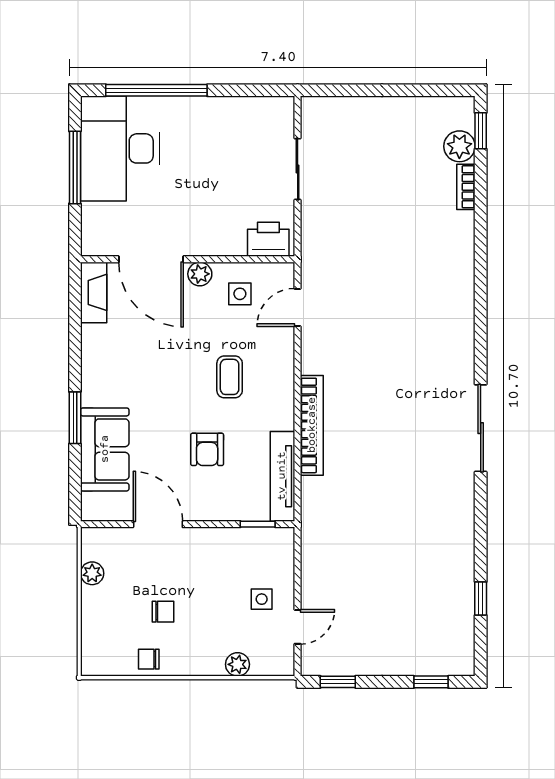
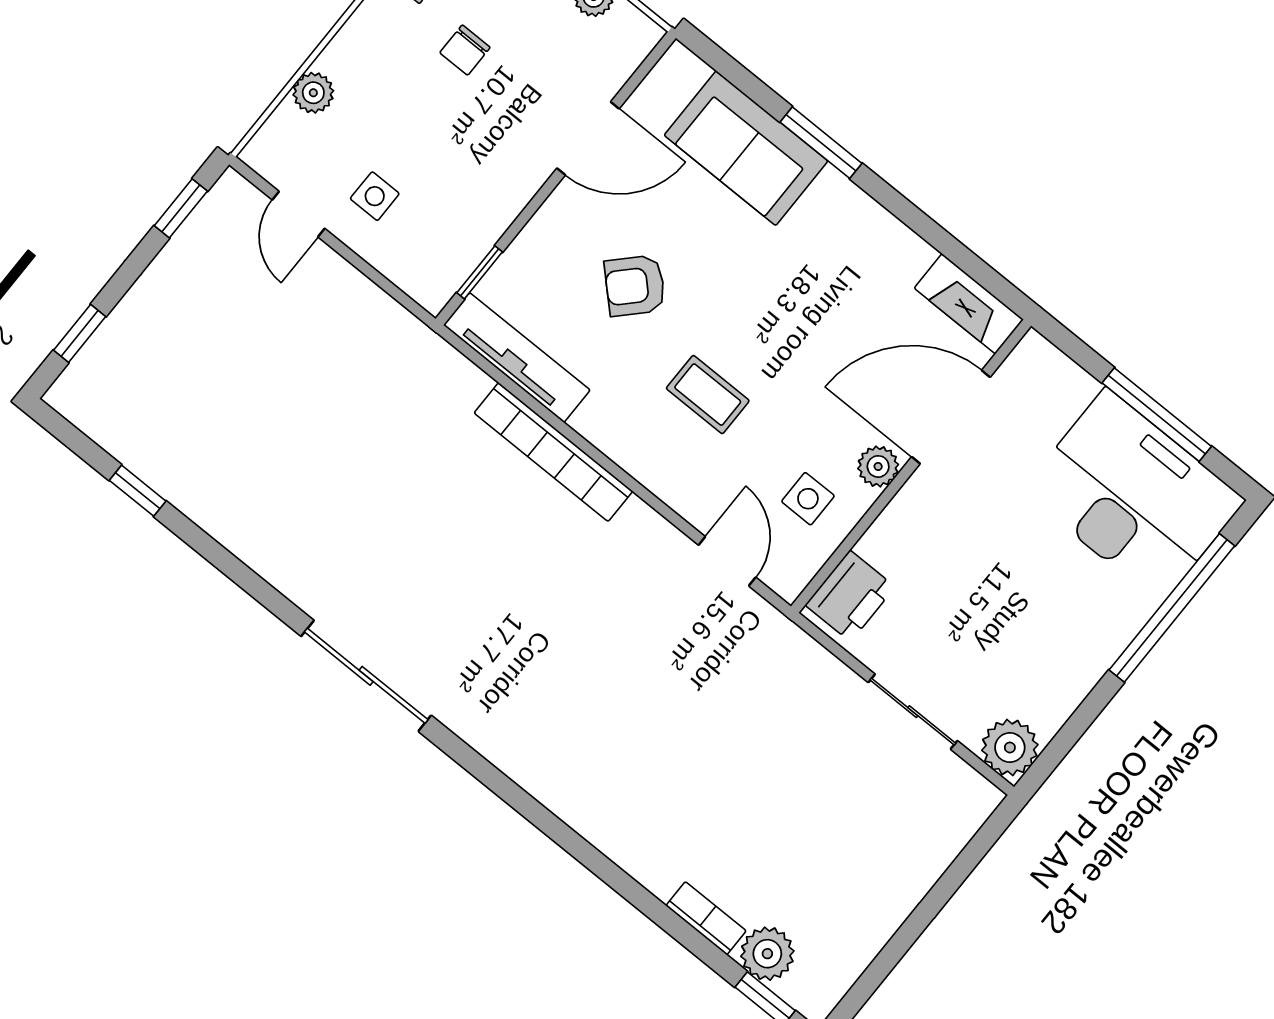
plant: (278, 112) -> (1010, 748), added
armchair: (207, 449) -> (635, 286), turned -46

